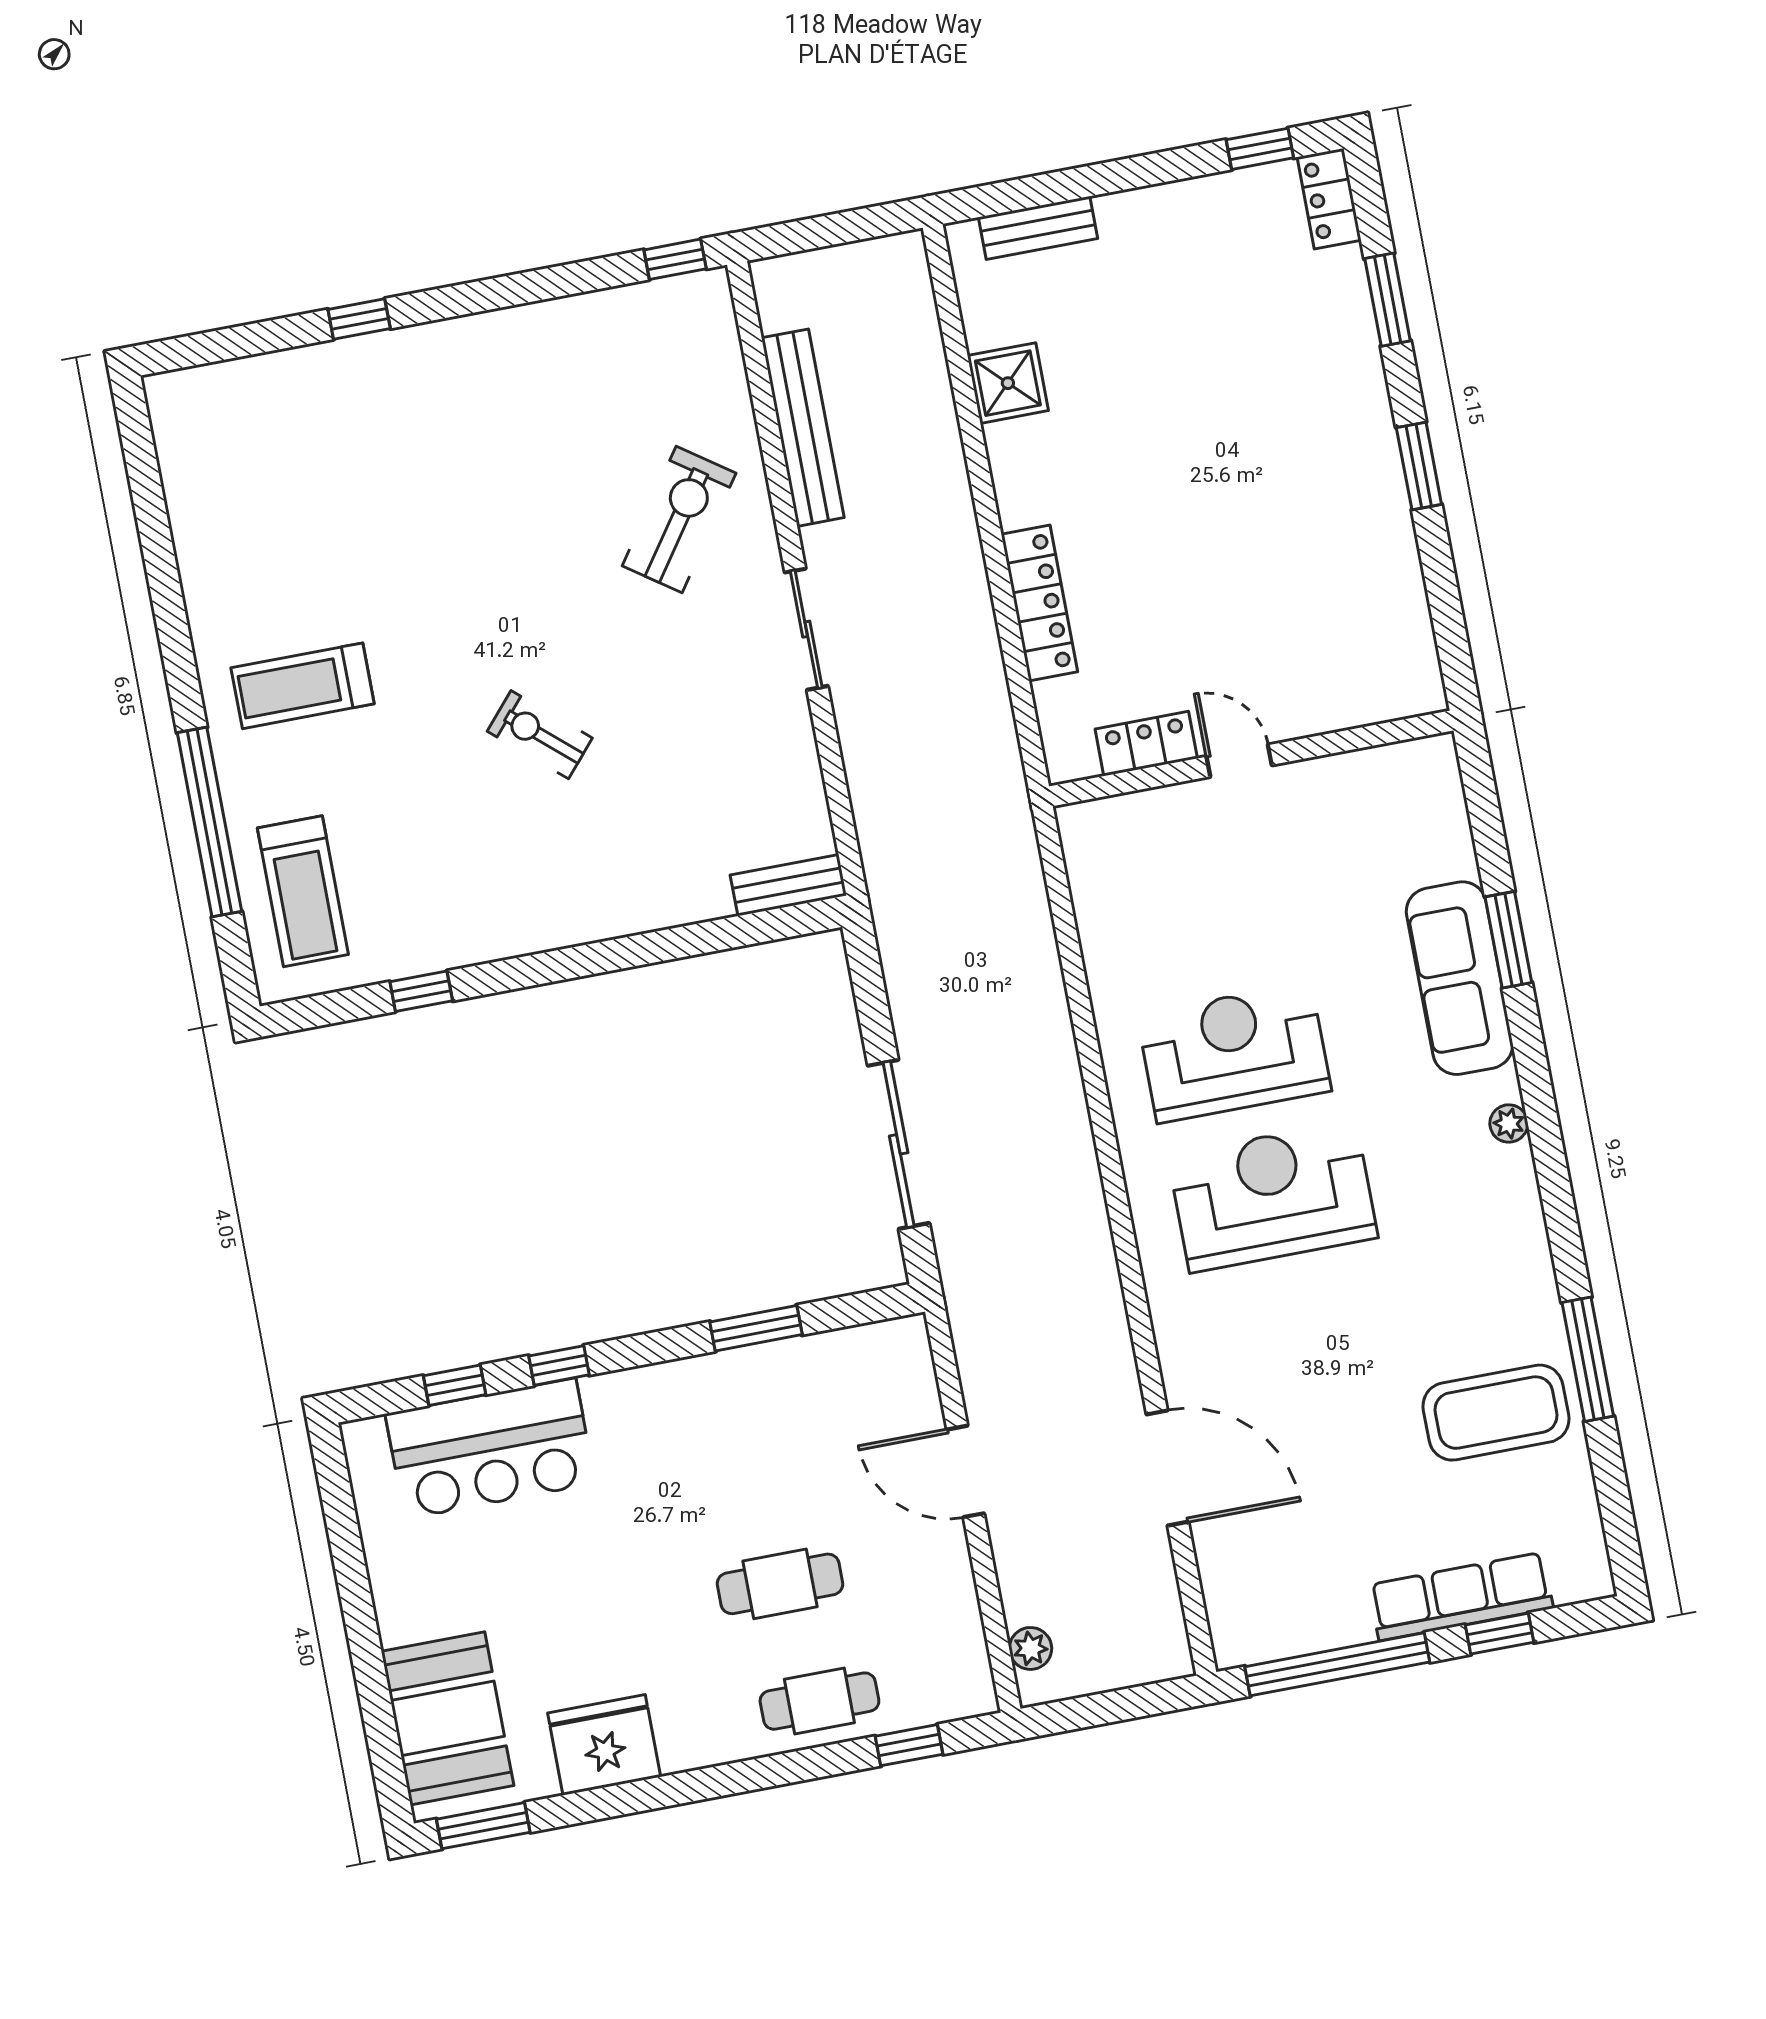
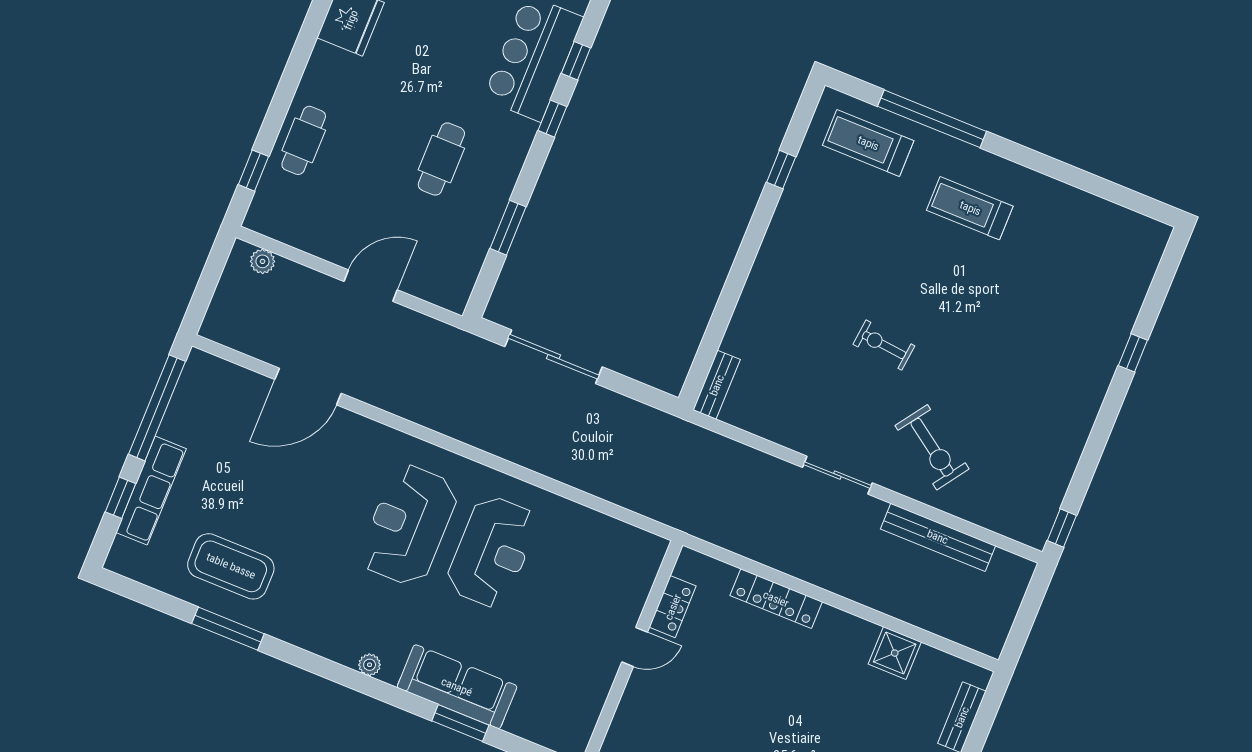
treadmill: (303, 686) -> (970, 208), turned -90
exercise bike: (540, 735) -> (884, 345), moved, turned -125
reception desk: (1273, 1196) -> (409, 525), turned 180
coffee table: (1496, 1413) -> (231, 566), turned 90
cafe table: (780, 1584) -> (441, 159), moved

